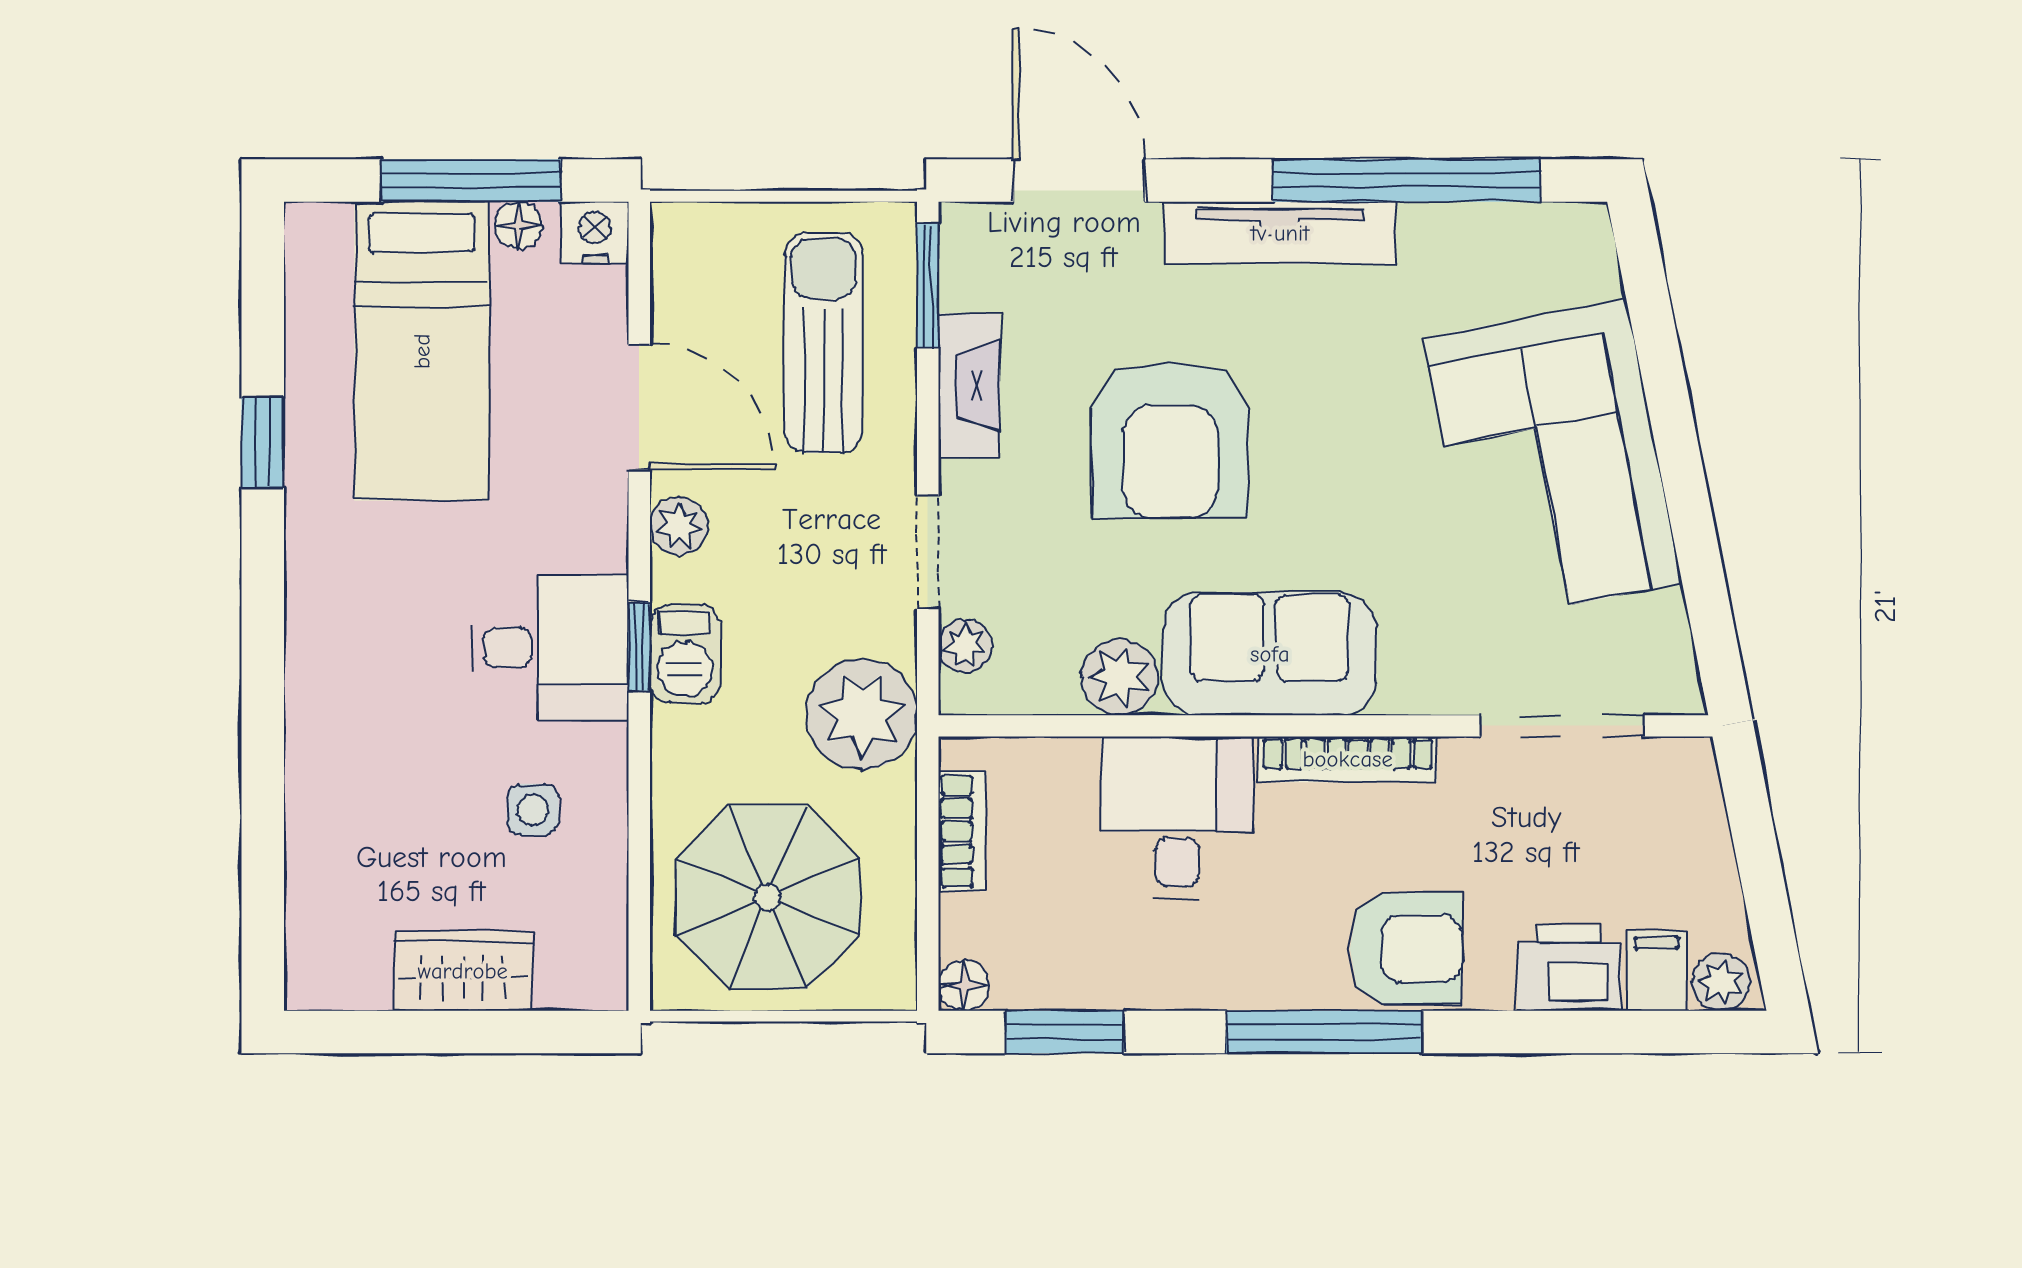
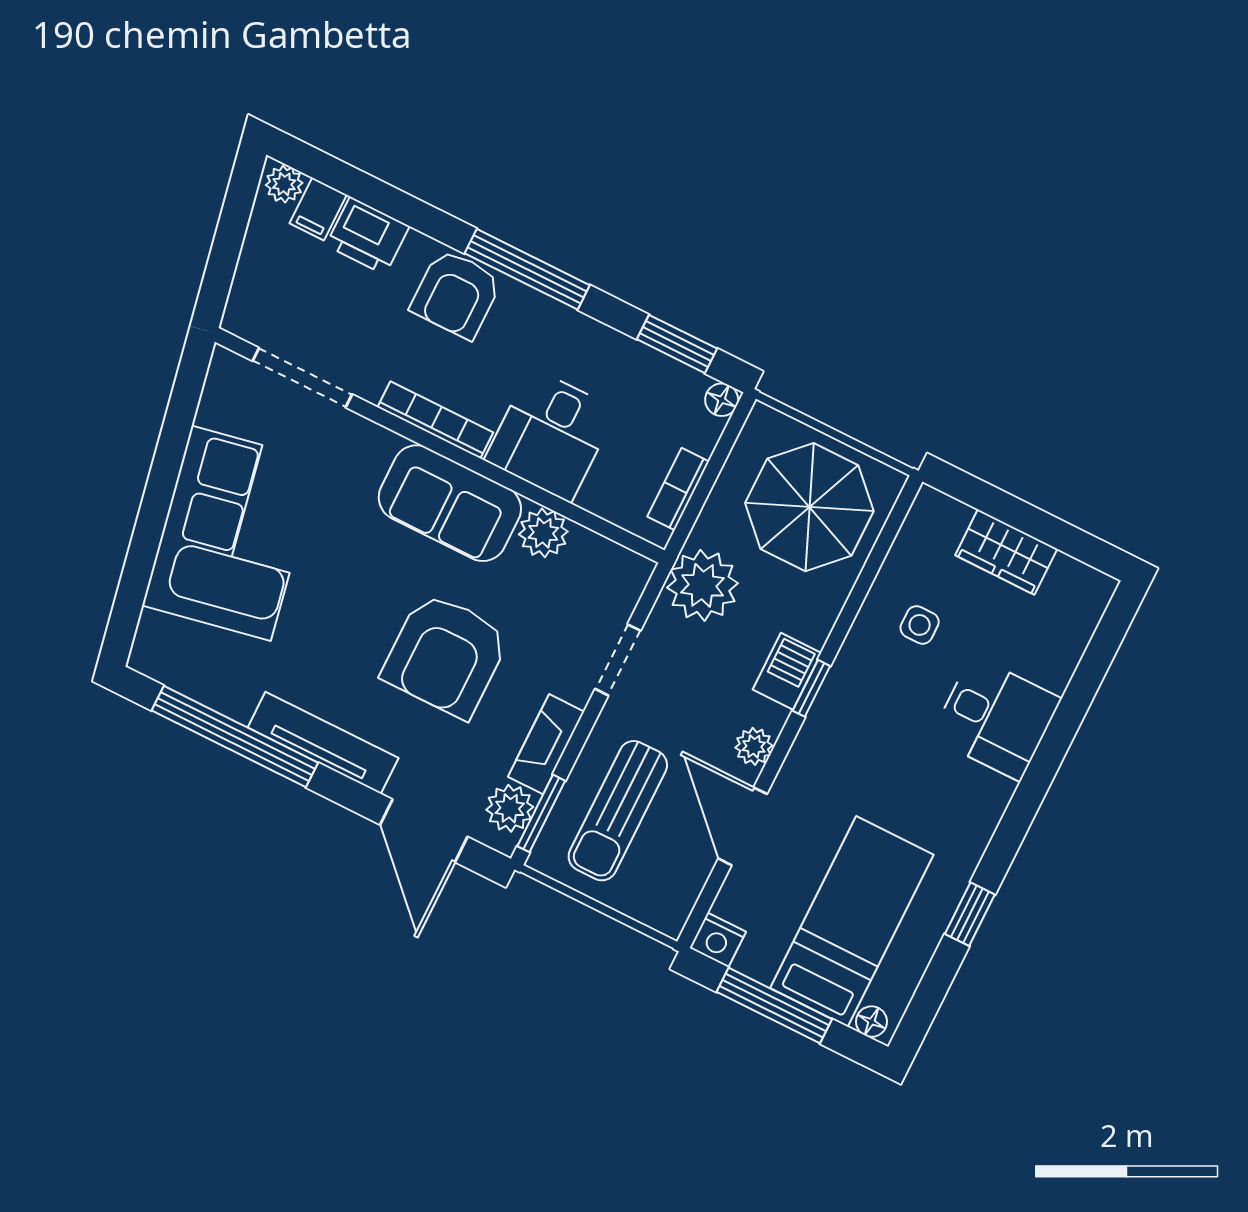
floor lamp: (518, 225) -> (872, 1022), moved
armchair: (1170, 440) -> (446, 655), turned 180
plant: (965, 646) -> (510, 808), moved, width x1.38, depth x1.38
desk: (550, 647) -> (996, 718), moved, turned 180
armchair: (1406, 948) -> (456, 294), turned -90

